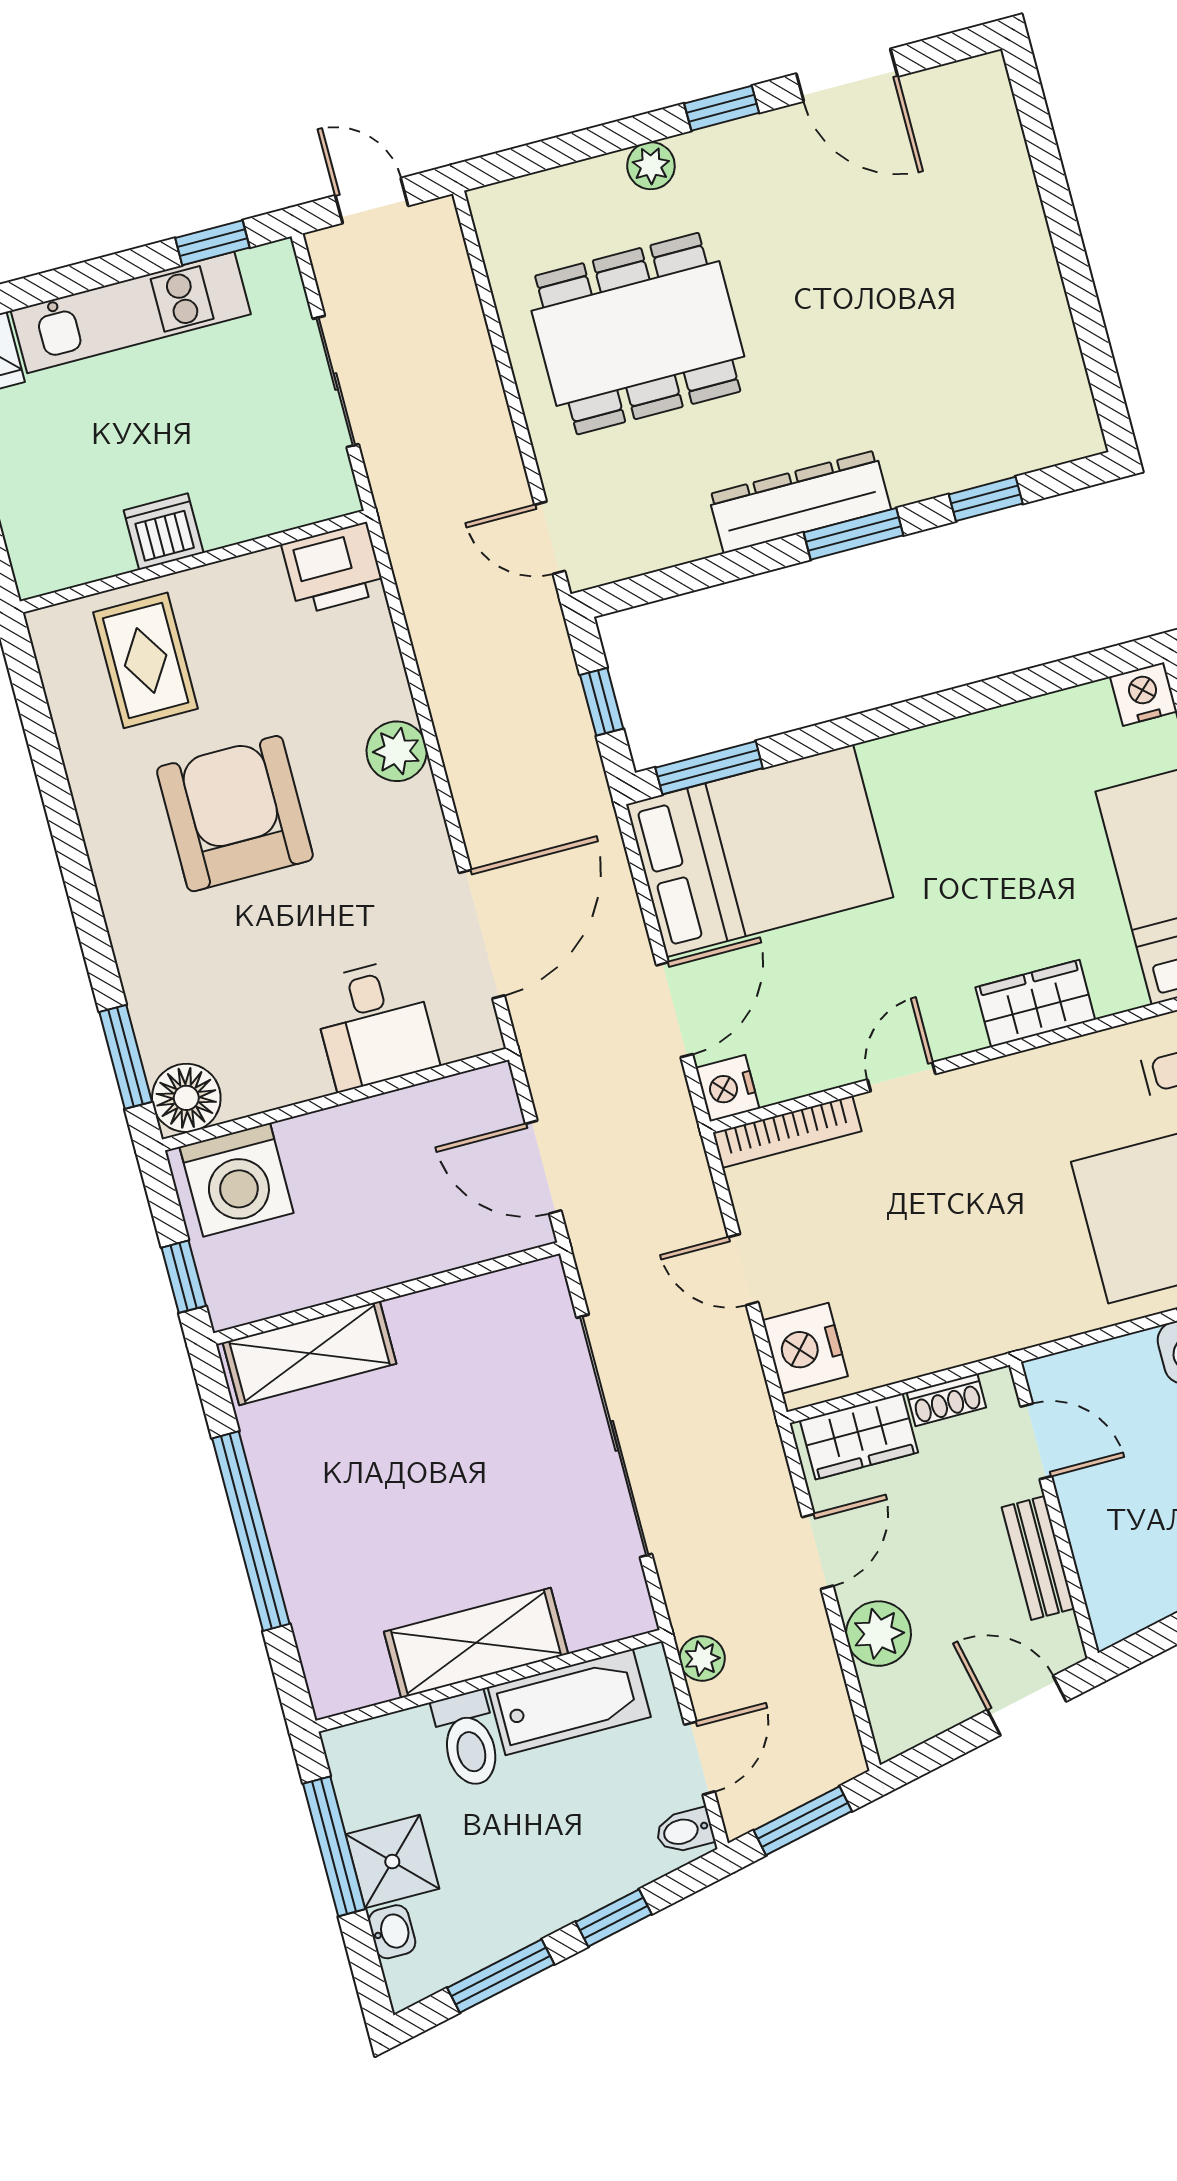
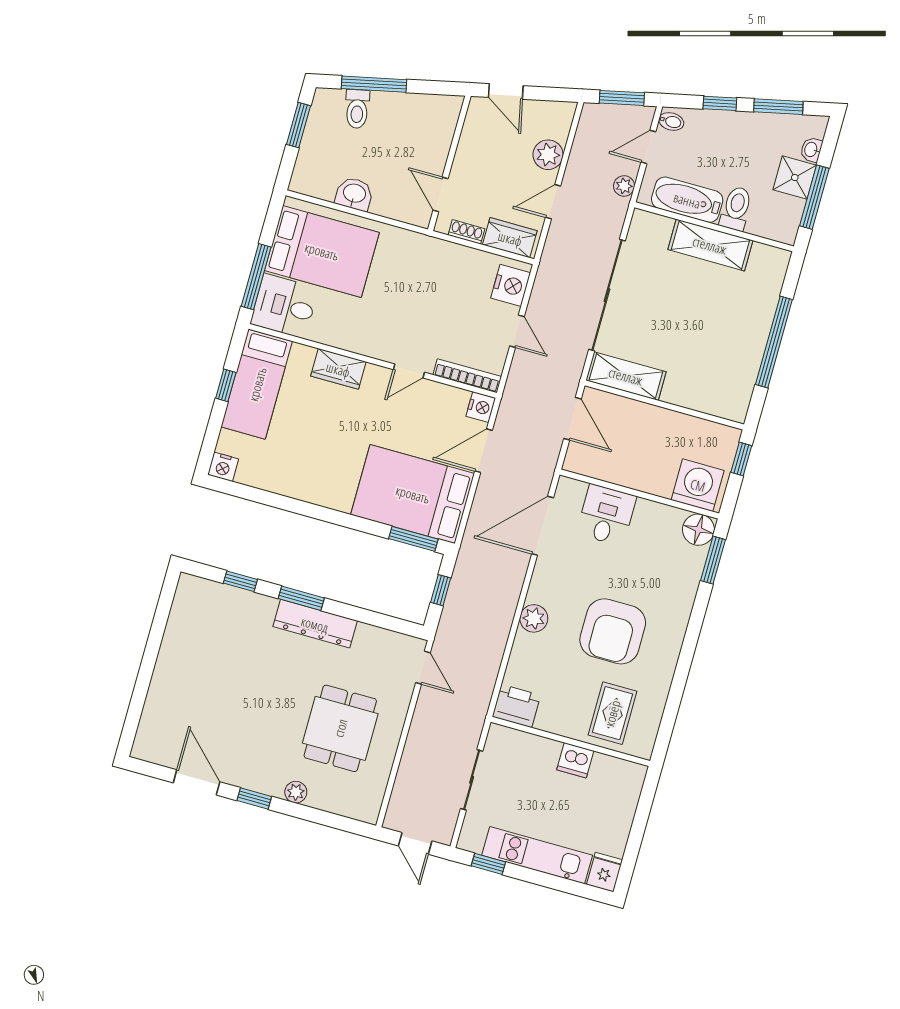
dining table: (638, 334) -> (340, 728), width x0.73
shelving: (309, 1353) -> (626, 376), moved
bench: (1038, 1558) -> (467, 148), removed

